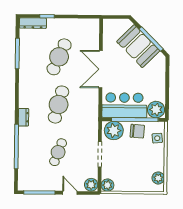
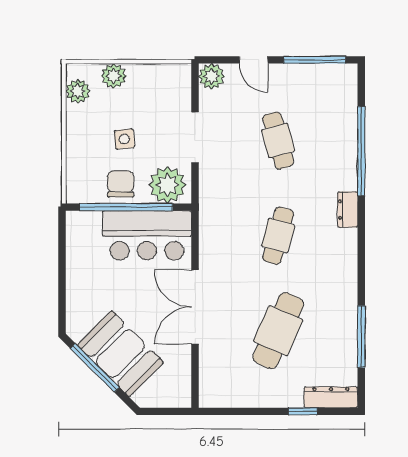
double door: (101, 69) -> (195, 307), swing flipped
cafe table: (59, 105) -> (278, 236), width x0.73, depth x0.74
plant: (156, 110) -> (84, 227), removed
chair: (137, 131) -> (121, 184), turned 86
side table: (157, 138) -> (124, 139), moved
cafe table: (58, 152) -> (278, 141), turned -36
plant: (107, 185) -> (114, 76), moved

